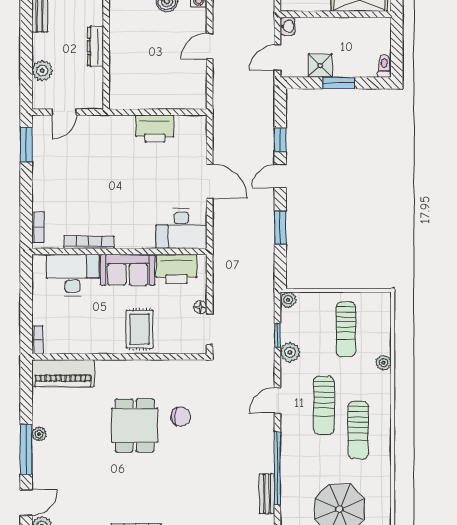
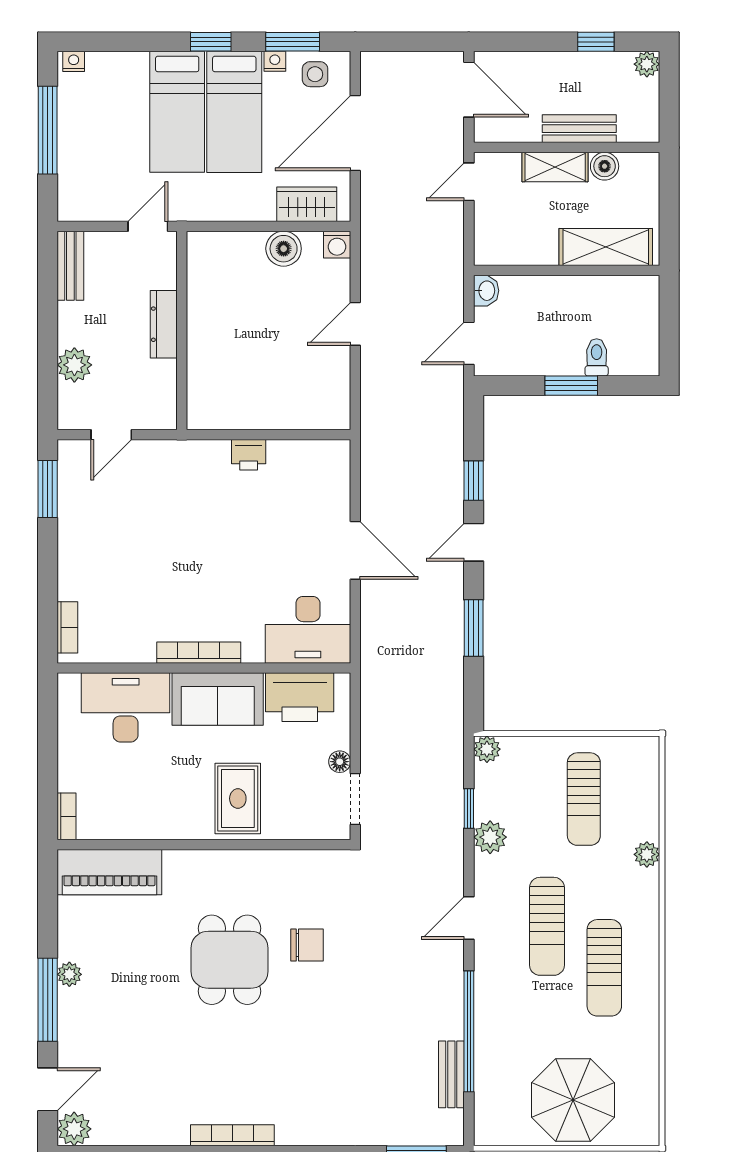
shower: (320, 66) -> (541, 356), removed
toilet: (384, 66) -> (597, 357), moved
printer: (155, 129) -> (249, 455), width x0.53, depth x0.68
bookcase: (89, 242) -> (199, 653), moved

